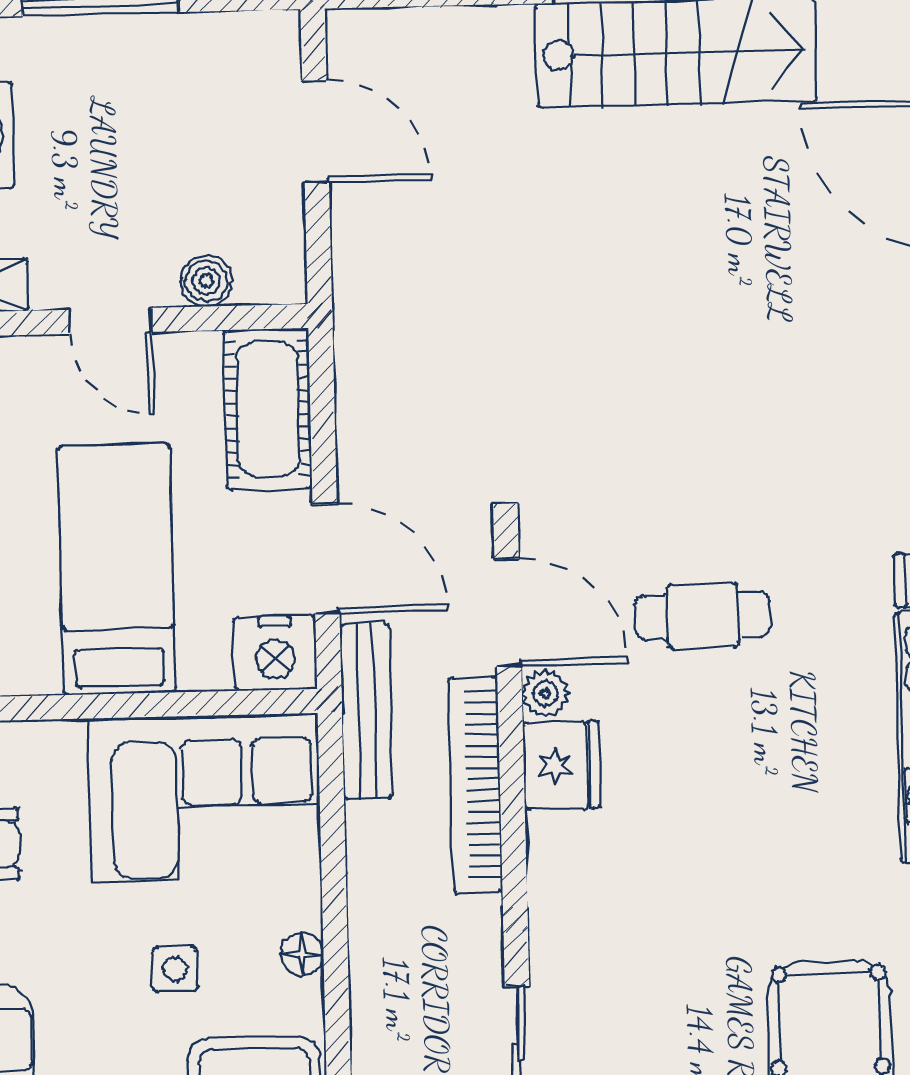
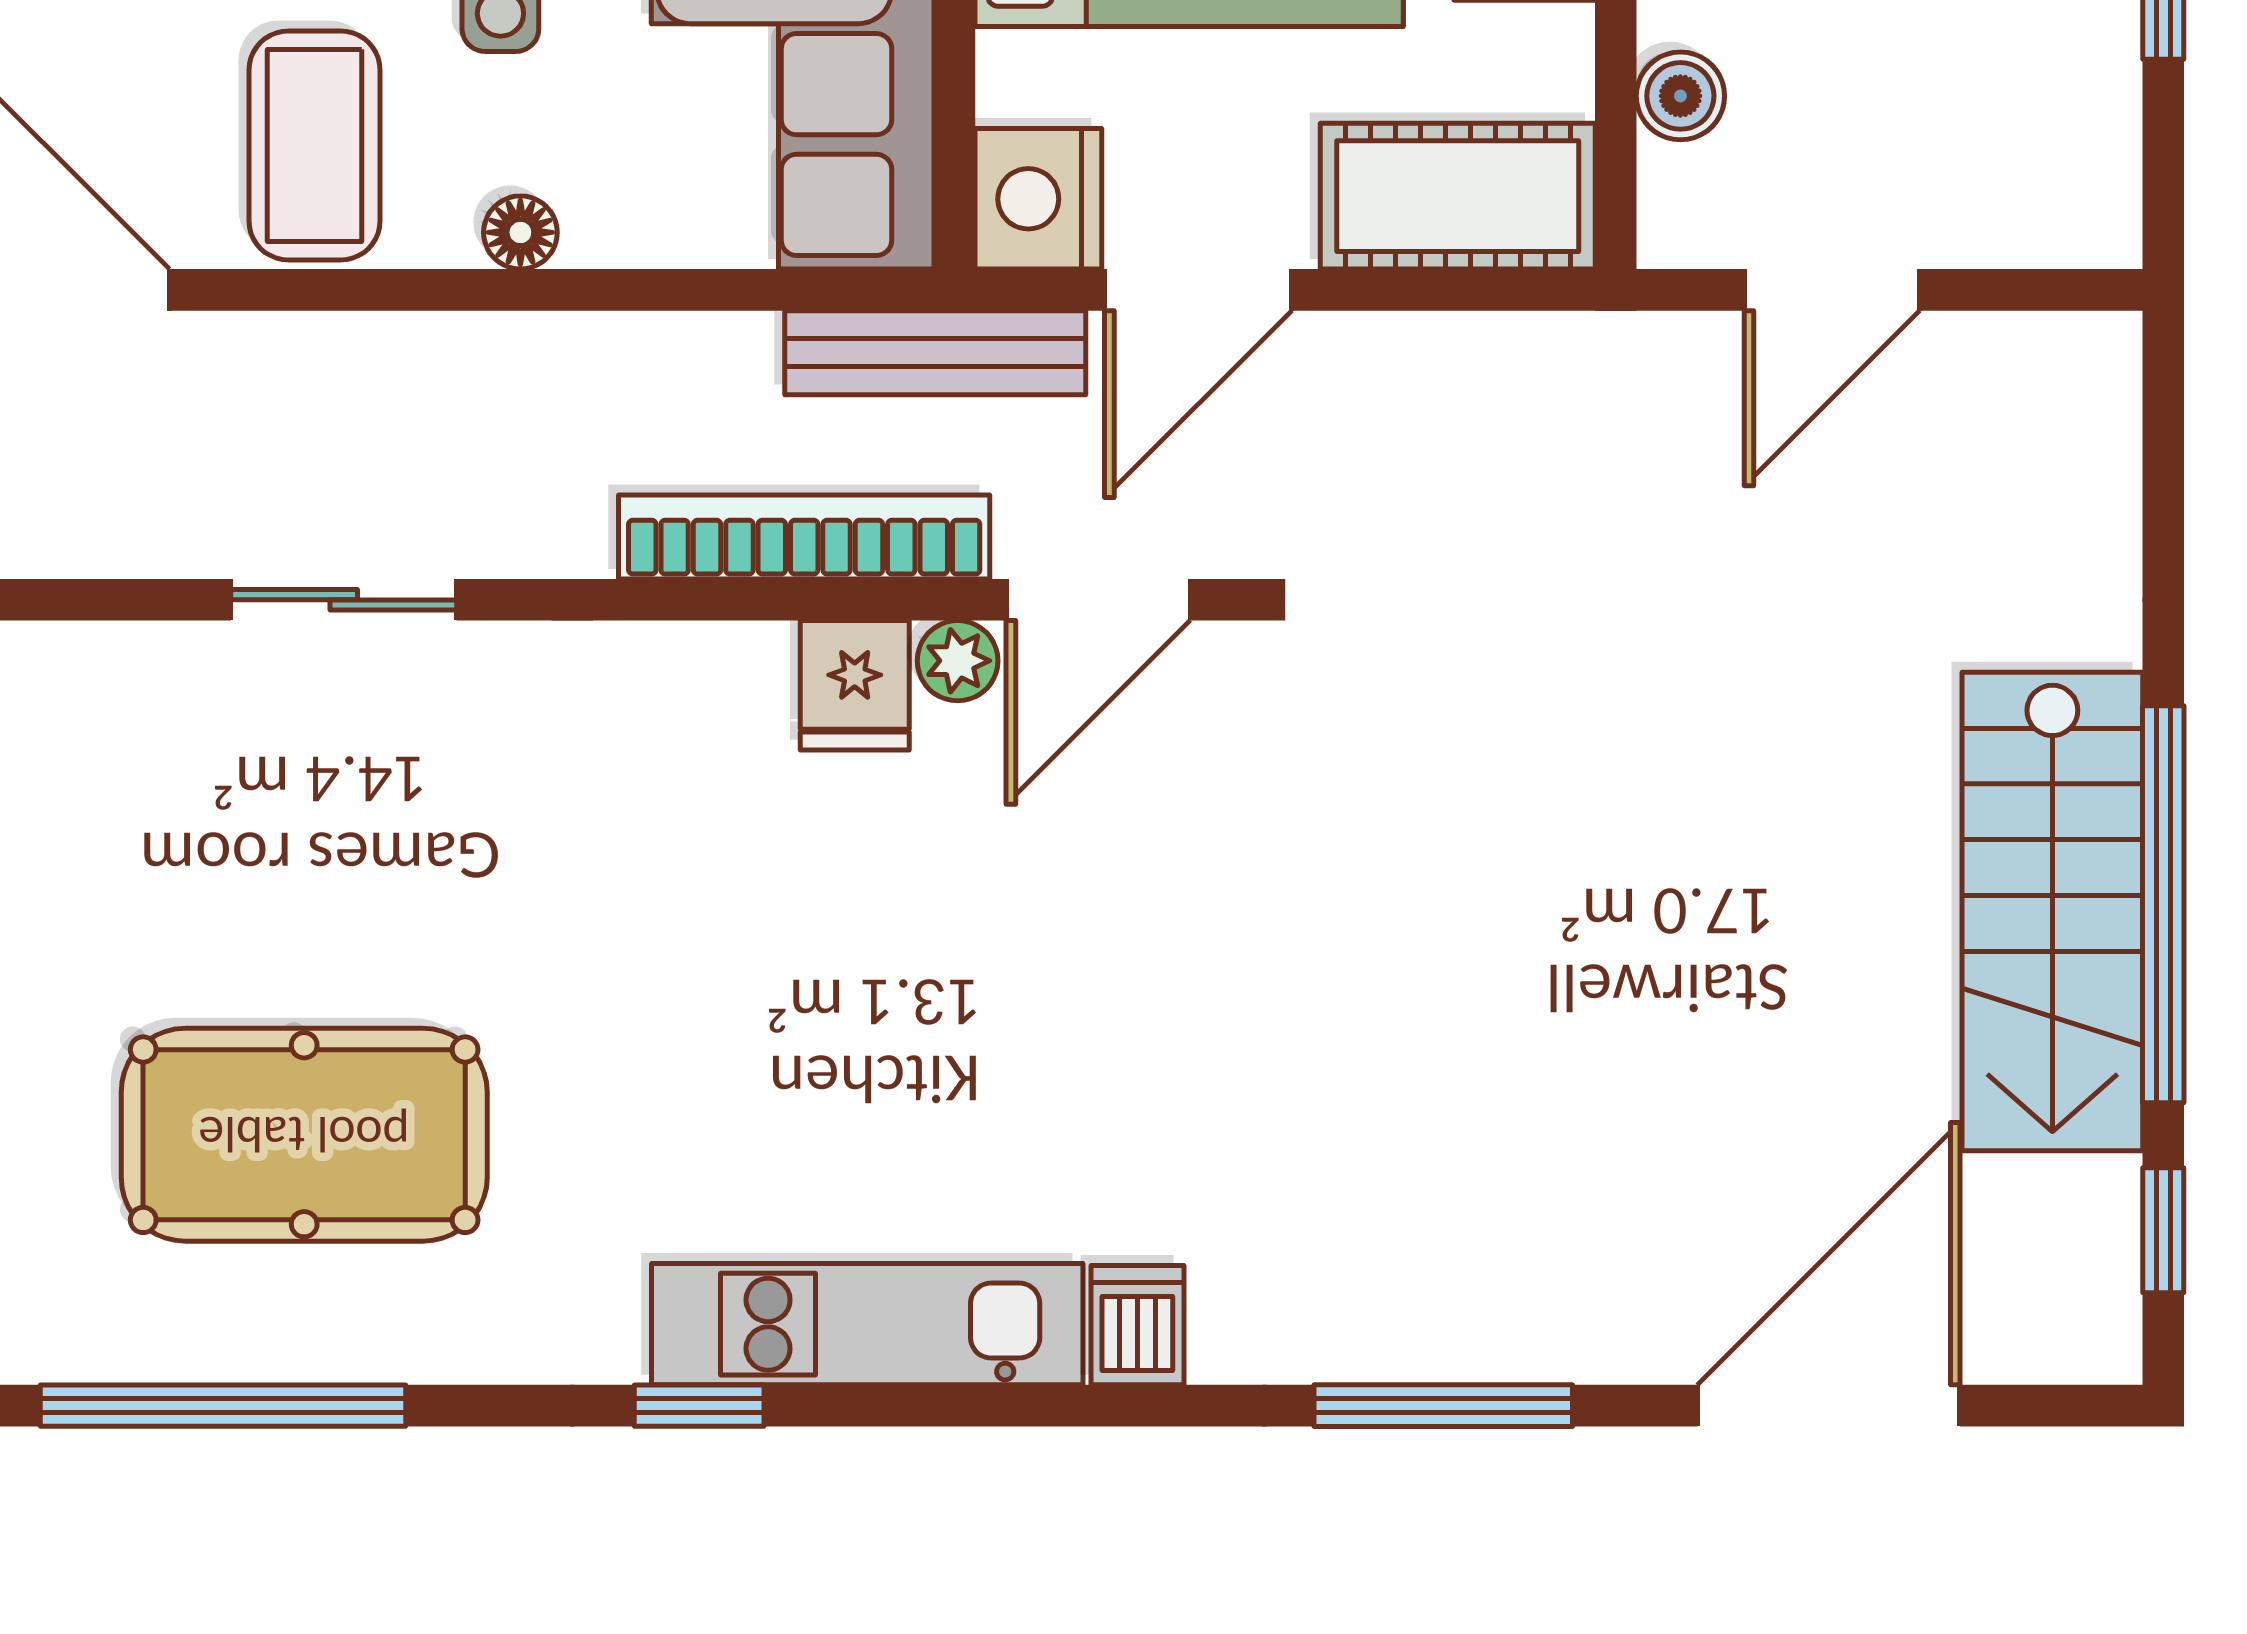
door: (316, 132) -> (1832, 290), moved
cafe table: (703, 616) -> (1085, 934), removed
fridge: (561, 765) -> (855, 685), width x0.72

